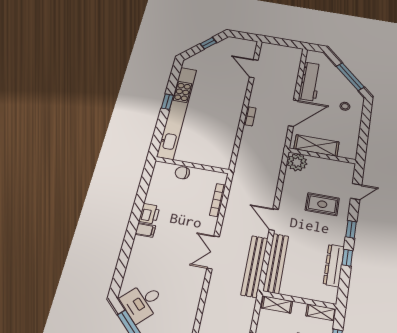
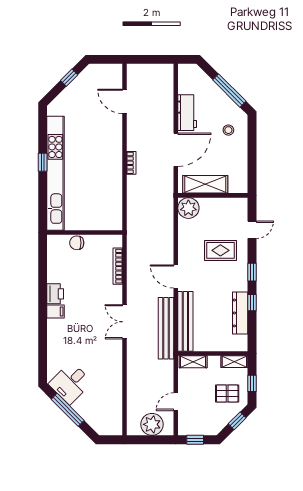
workbench: (310, 81) -> (187, 113), width x0.73

